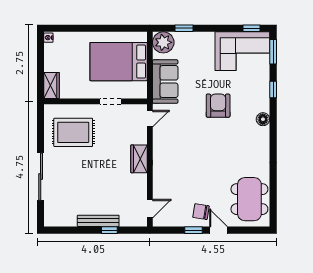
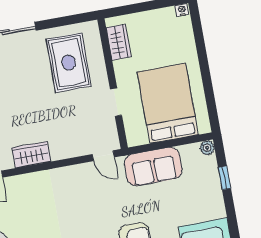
plant: (163, 42) -> (207, 148), width x0.53, depth x0.53
wardrobe: (52, 85) -> (119, 42), moved, turned -90
wardrobe: (139, 159) -> (31, 155), moved

